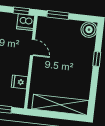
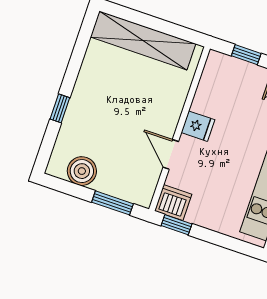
boiler: (89, 30) -> (82, 171), moved
fridge: (19, 82) -> (198, 126), moved

